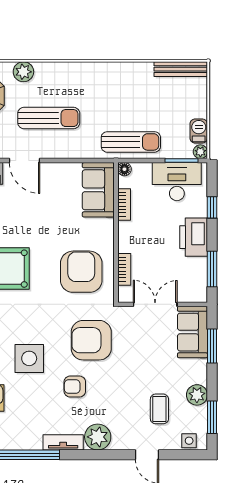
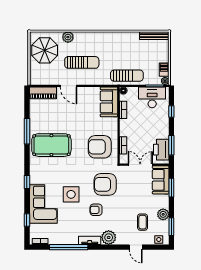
printer: (194, 237) -> (161, 150), moved
armchair: (81, 272) -> (100, 147), turned -90

